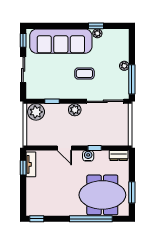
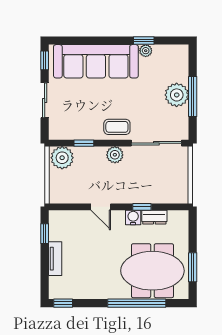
plant: (124, 66) -> (177, 95), width x1.88, depth x1.88
coffee table: (84, 74) -> (117, 127), moved
window: (132, 79) -> (193, 96), moved
dresser: (119, 156) -> (154, 217), moved
tv unit: (31, 164) -> (55, 259), moved

